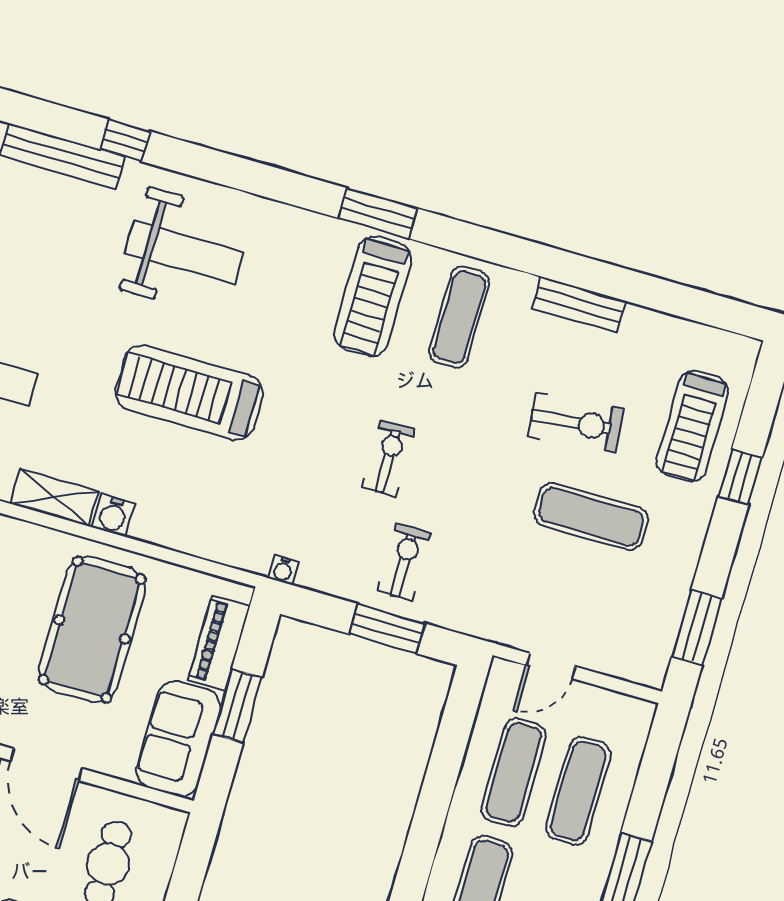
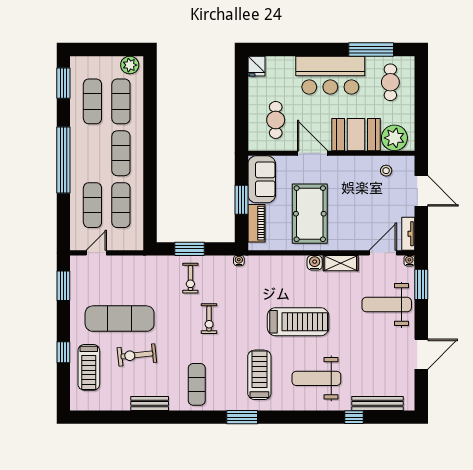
treadmill: (373, 296) -> (259, 375), moved
treadmill: (693, 426) -> (89, 367), turned 180
exercise mat: (591, 516) -> (120, 319), width x1.36, depth x1.45
door: (551, 666) -> (96, 253), moved

